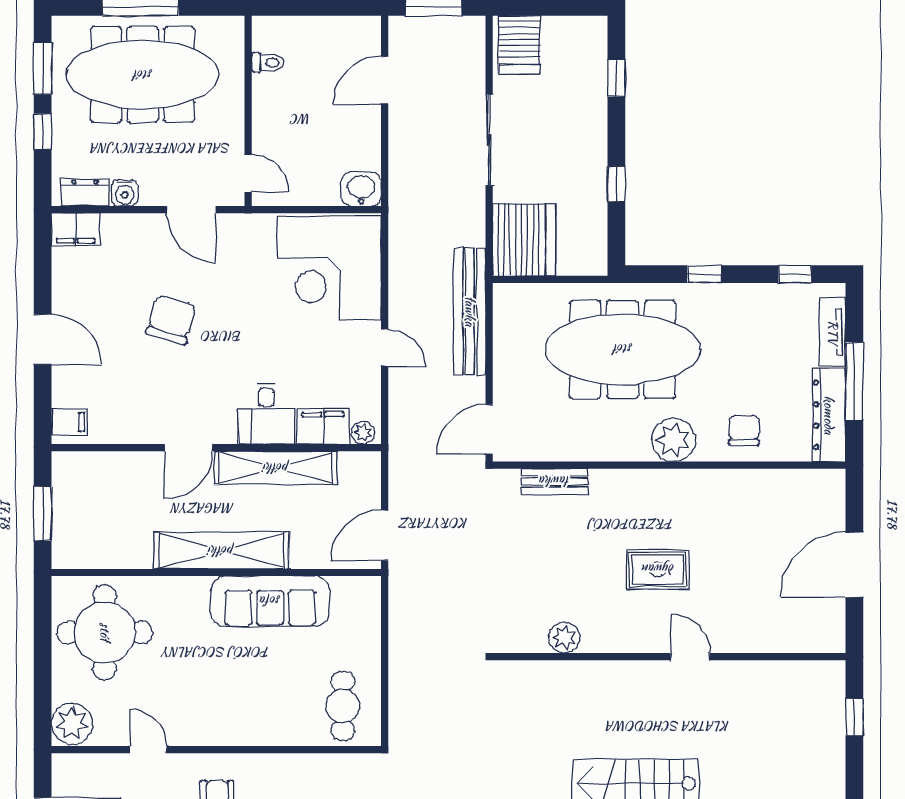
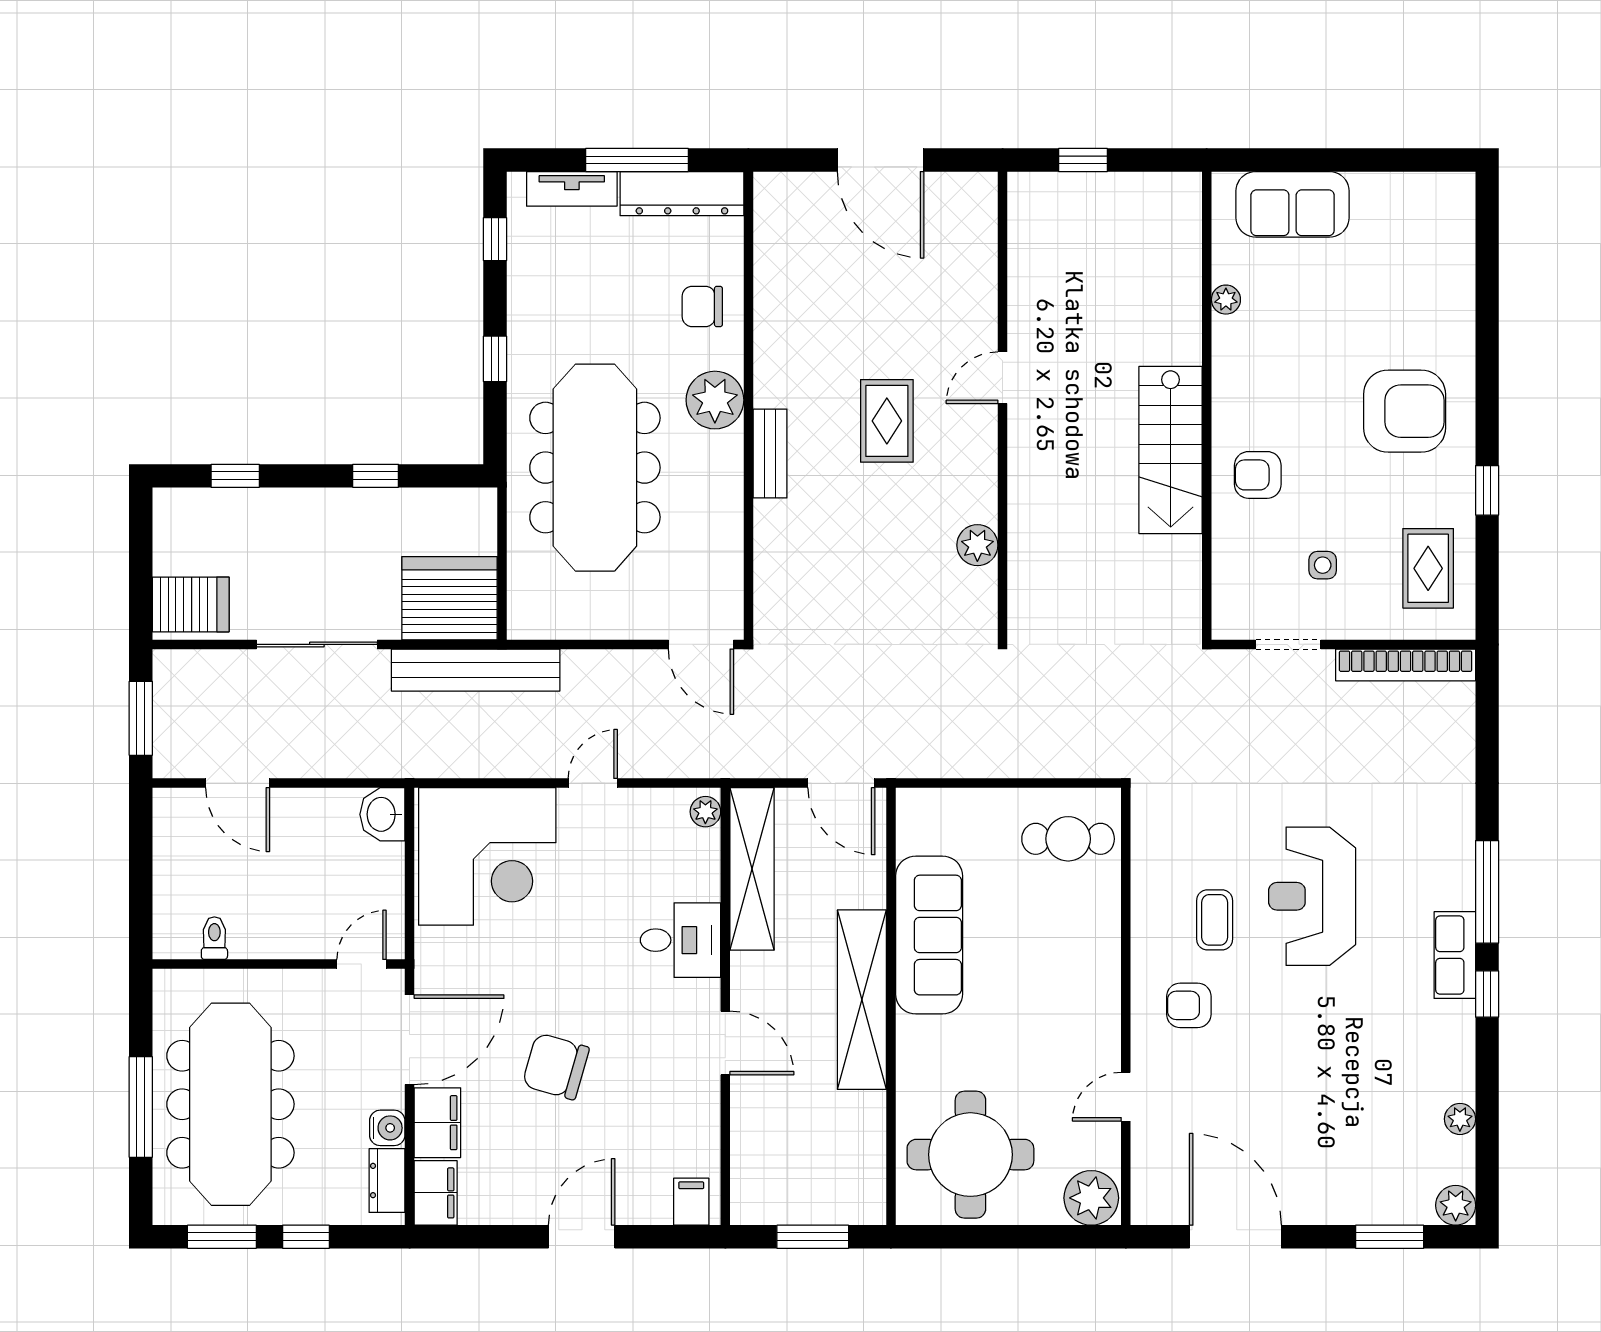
door: (191, 210) -> (410, 1040), width x1.36
bench: (470, 311) -> (476, 670), moved
filing cabinet: (323, 427) -> (437, 1123), moved, turned 180
shelving: (276, 468) -> (752, 869), moved
bench: (555, 481) -> (770, 453), moved

